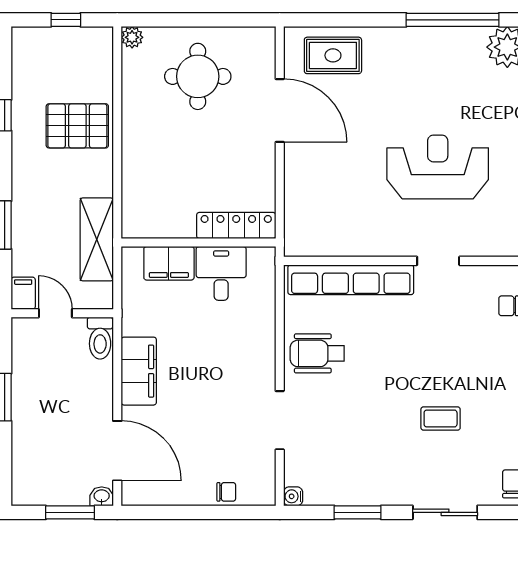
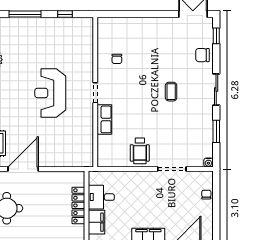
locker: (236, 226) -> (78, 205), moved
row of seats: (351, 280) -> (104, 119), width x0.50

